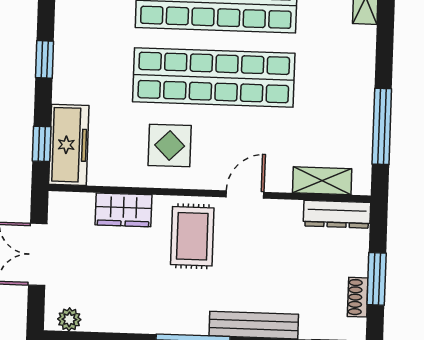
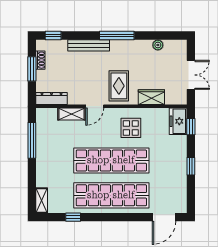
freezer: (69, 145) -> (178, 121), width x0.71
shelving: (322, 181) -> (71, 114), moved
plant: (69, 319) -> (158, 45), moved

